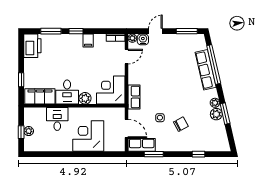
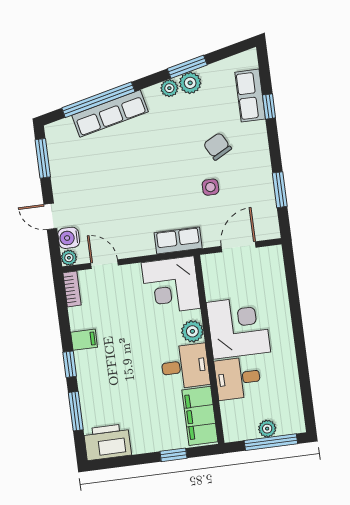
window: (21, 132) -> (271, 442), width x2.17
corner desk: (88, 136) -> (238, 327), moved, turned 180
row of seats: (142, 145) -> (250, 96), moved

